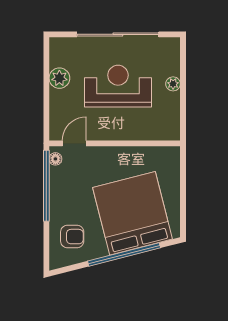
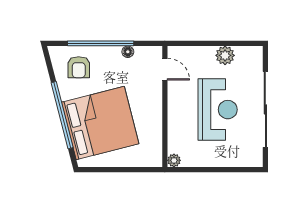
plant: (173, 84) -> (174, 160), moved
floor lamp: (55, 159) -> (128, 52), moved
window: (46, 186) -> (101, 43), moved

